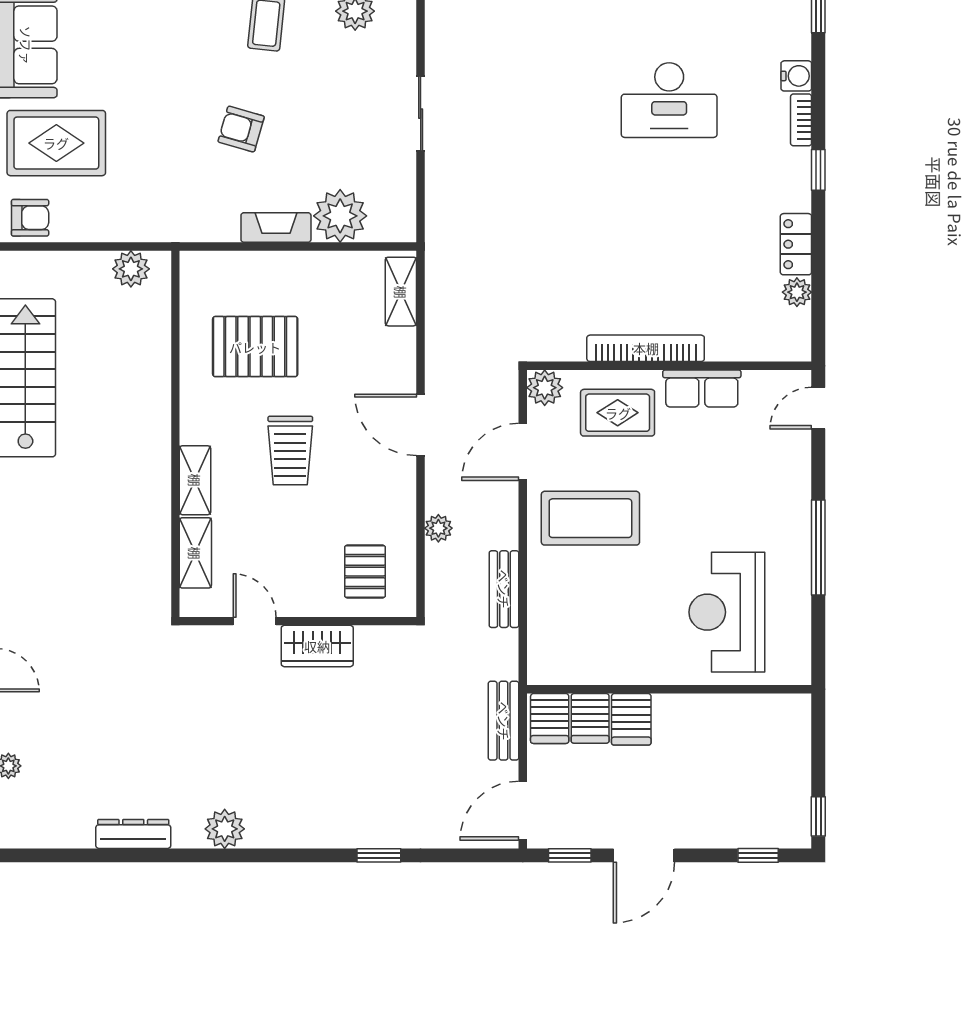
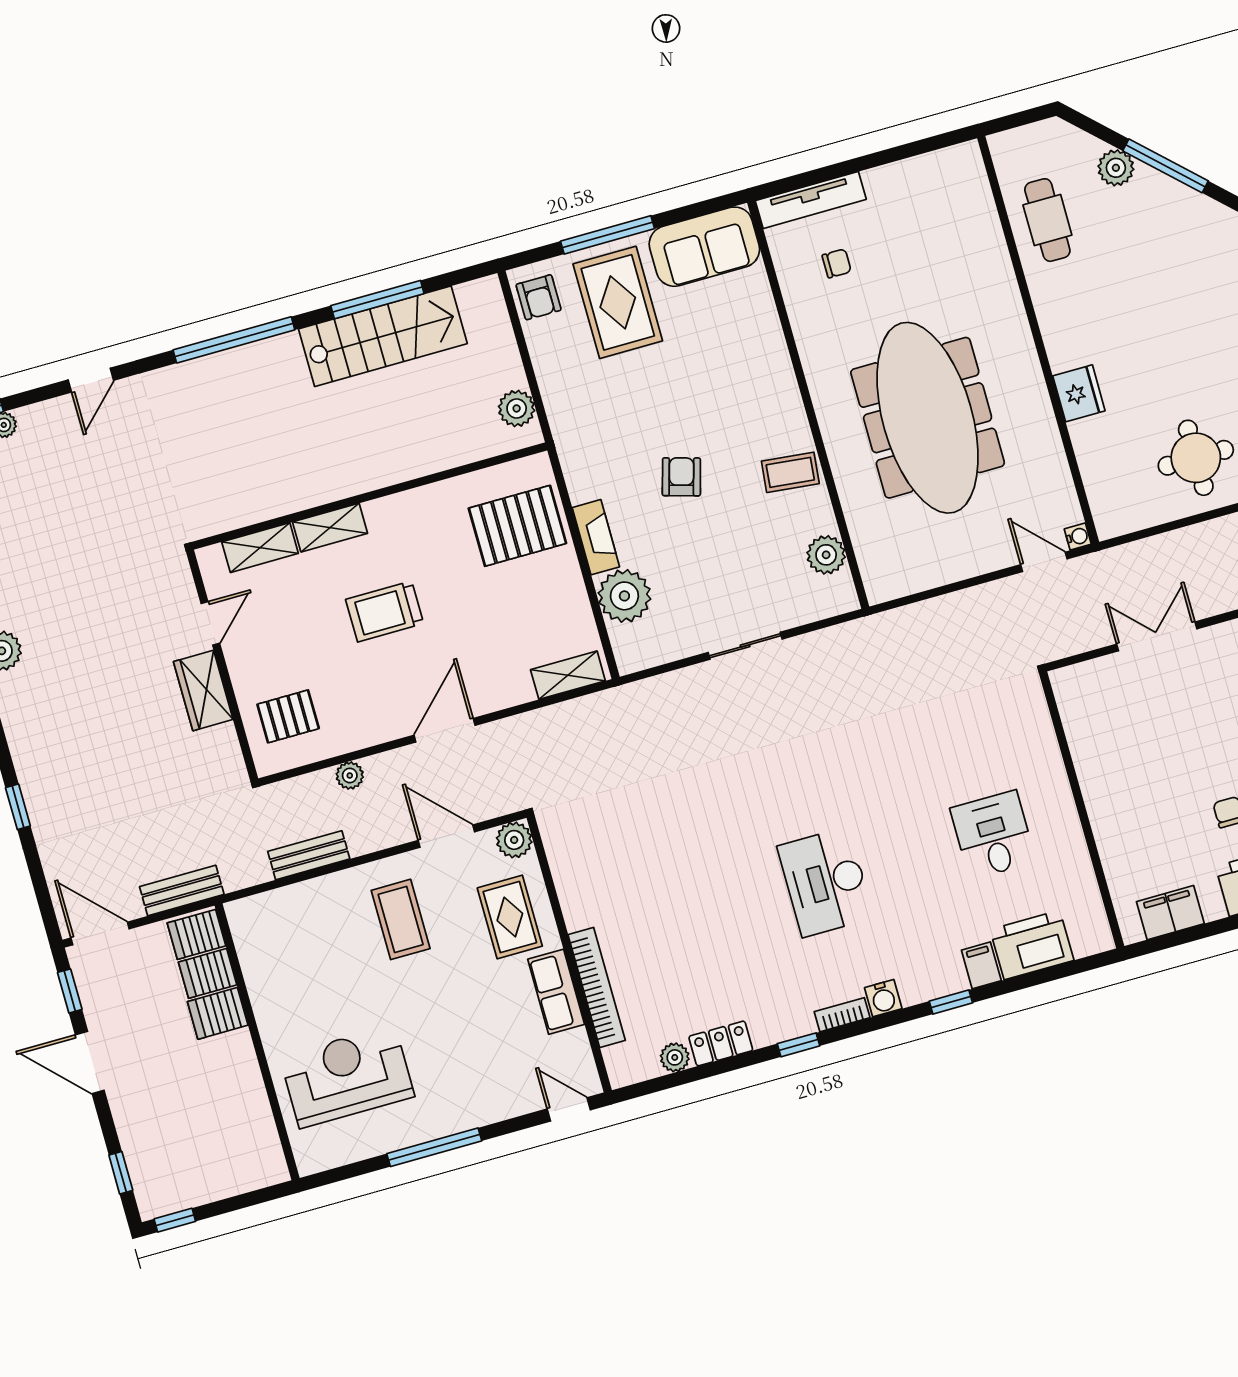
pallet: (255, 347) -> (517, 526), moved, turned 90
bookcase: (646, 348) -> (597, 988), moved
coffee table: (590, 518) -> (401, 919), width x0.73, depth x0.76

